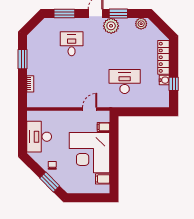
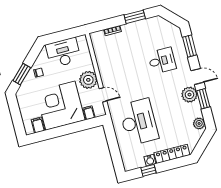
desk: (125, 81) -> (139, 122), width x1.36, depth x1.30
plant: (72, 119) -> (88, 80), added

